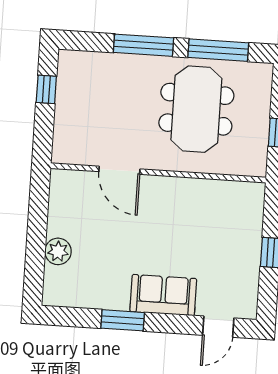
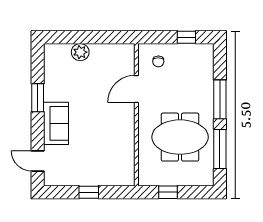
chair: (80, 134) -> (158, 61), added

